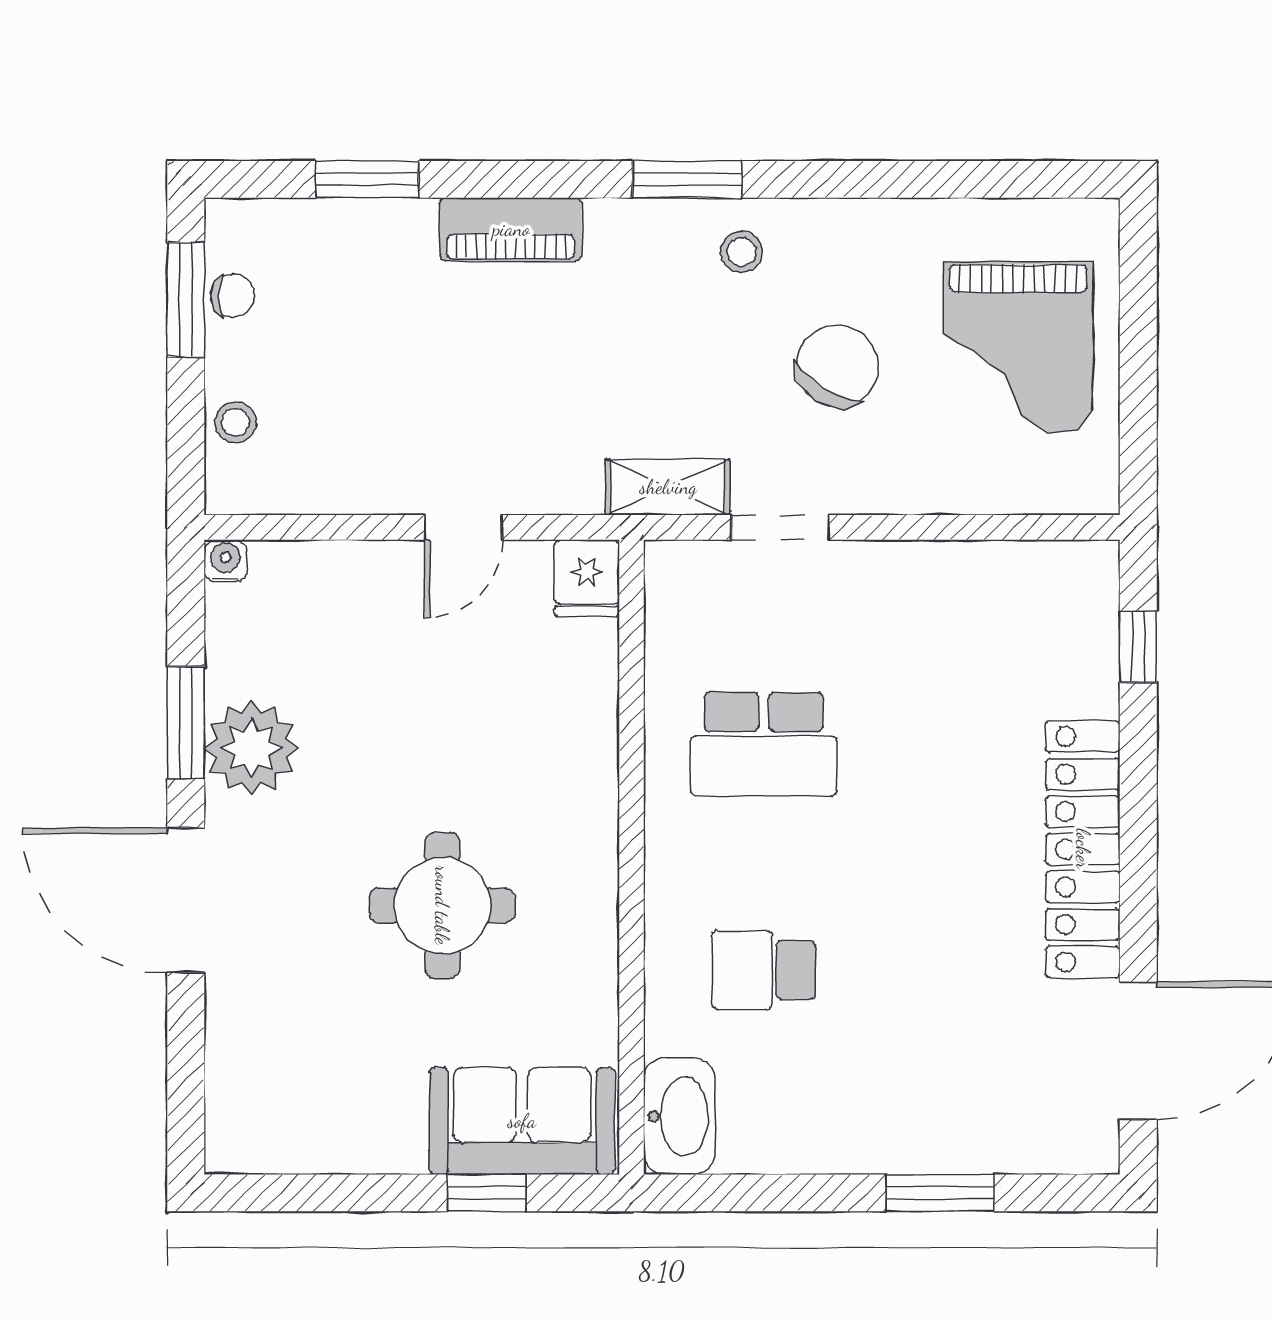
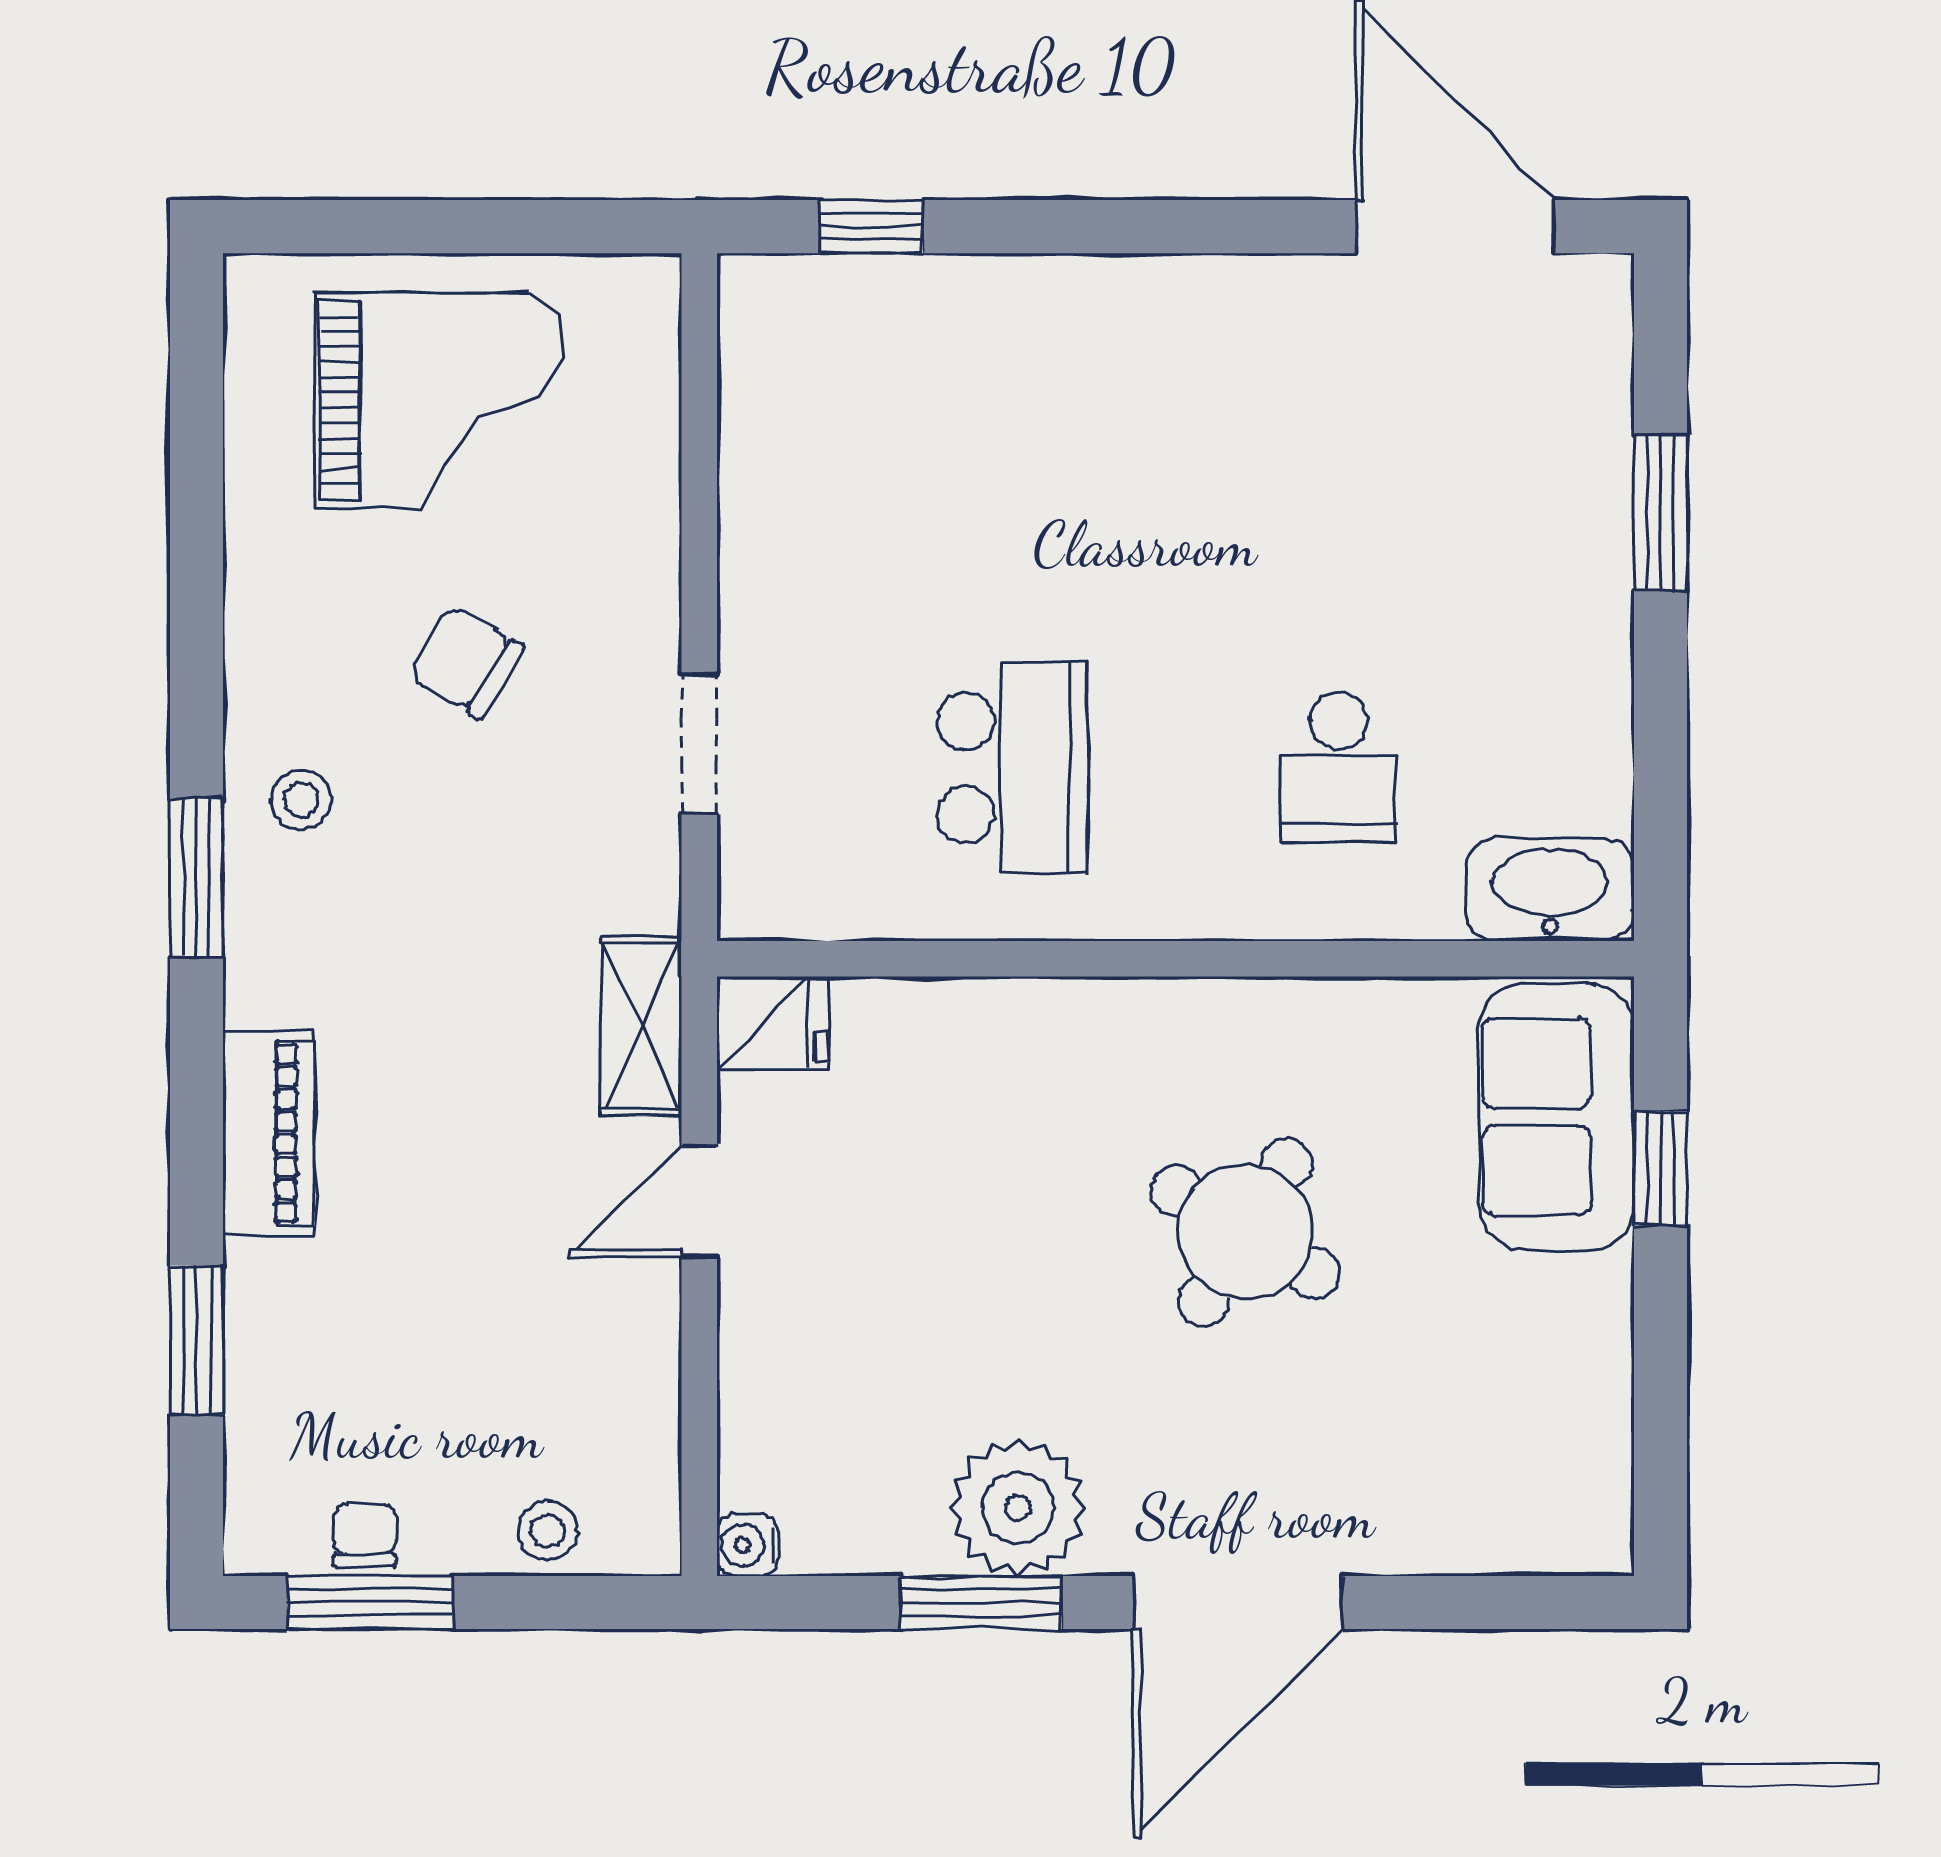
chair: (837, 366) -> (466, 662), width x0.73, depth x0.73
shelving: (668, 487) -> (641, 1026), moved
door: (464, 527) -> (699, 1201), swing flipped
locker: (1083, 849) -> (1164, 307), removed
round table: (442, 905) -> (1245, 1232), turned 31

